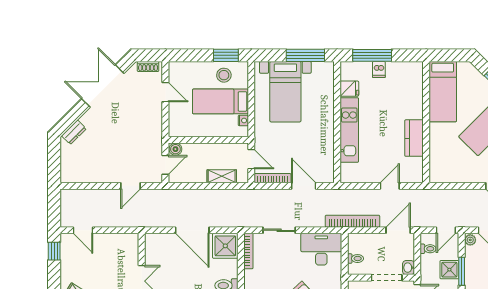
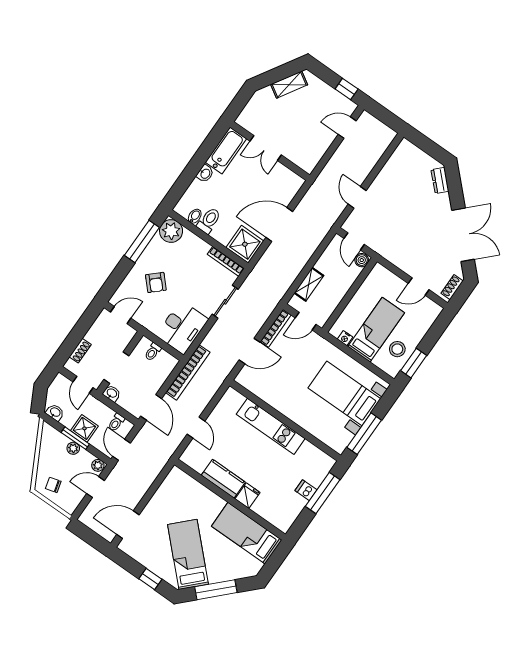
fridge: (349, 89) -> (247, 496), moved, turned 180
plant: (470, 268) -> (73, 448), added

